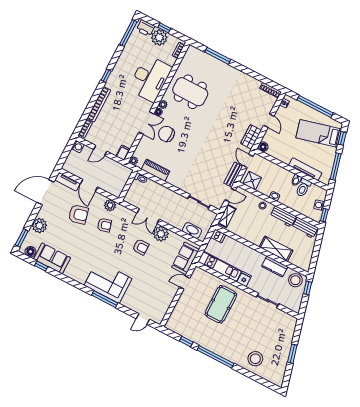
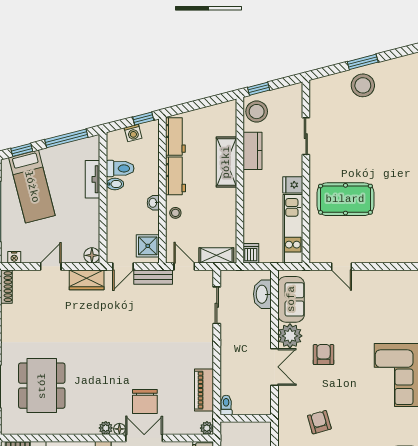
dining table: (190, 92) -> (42, 386), moved
tv unit: (305, 169) -> (92, 179), width x0.71
plant: (110, 205) -> (287, 429), removed
sofa: (185, 258) -> (291, 299), moved, turned -90
stool: (255, 359) -> (363, 85), moved

